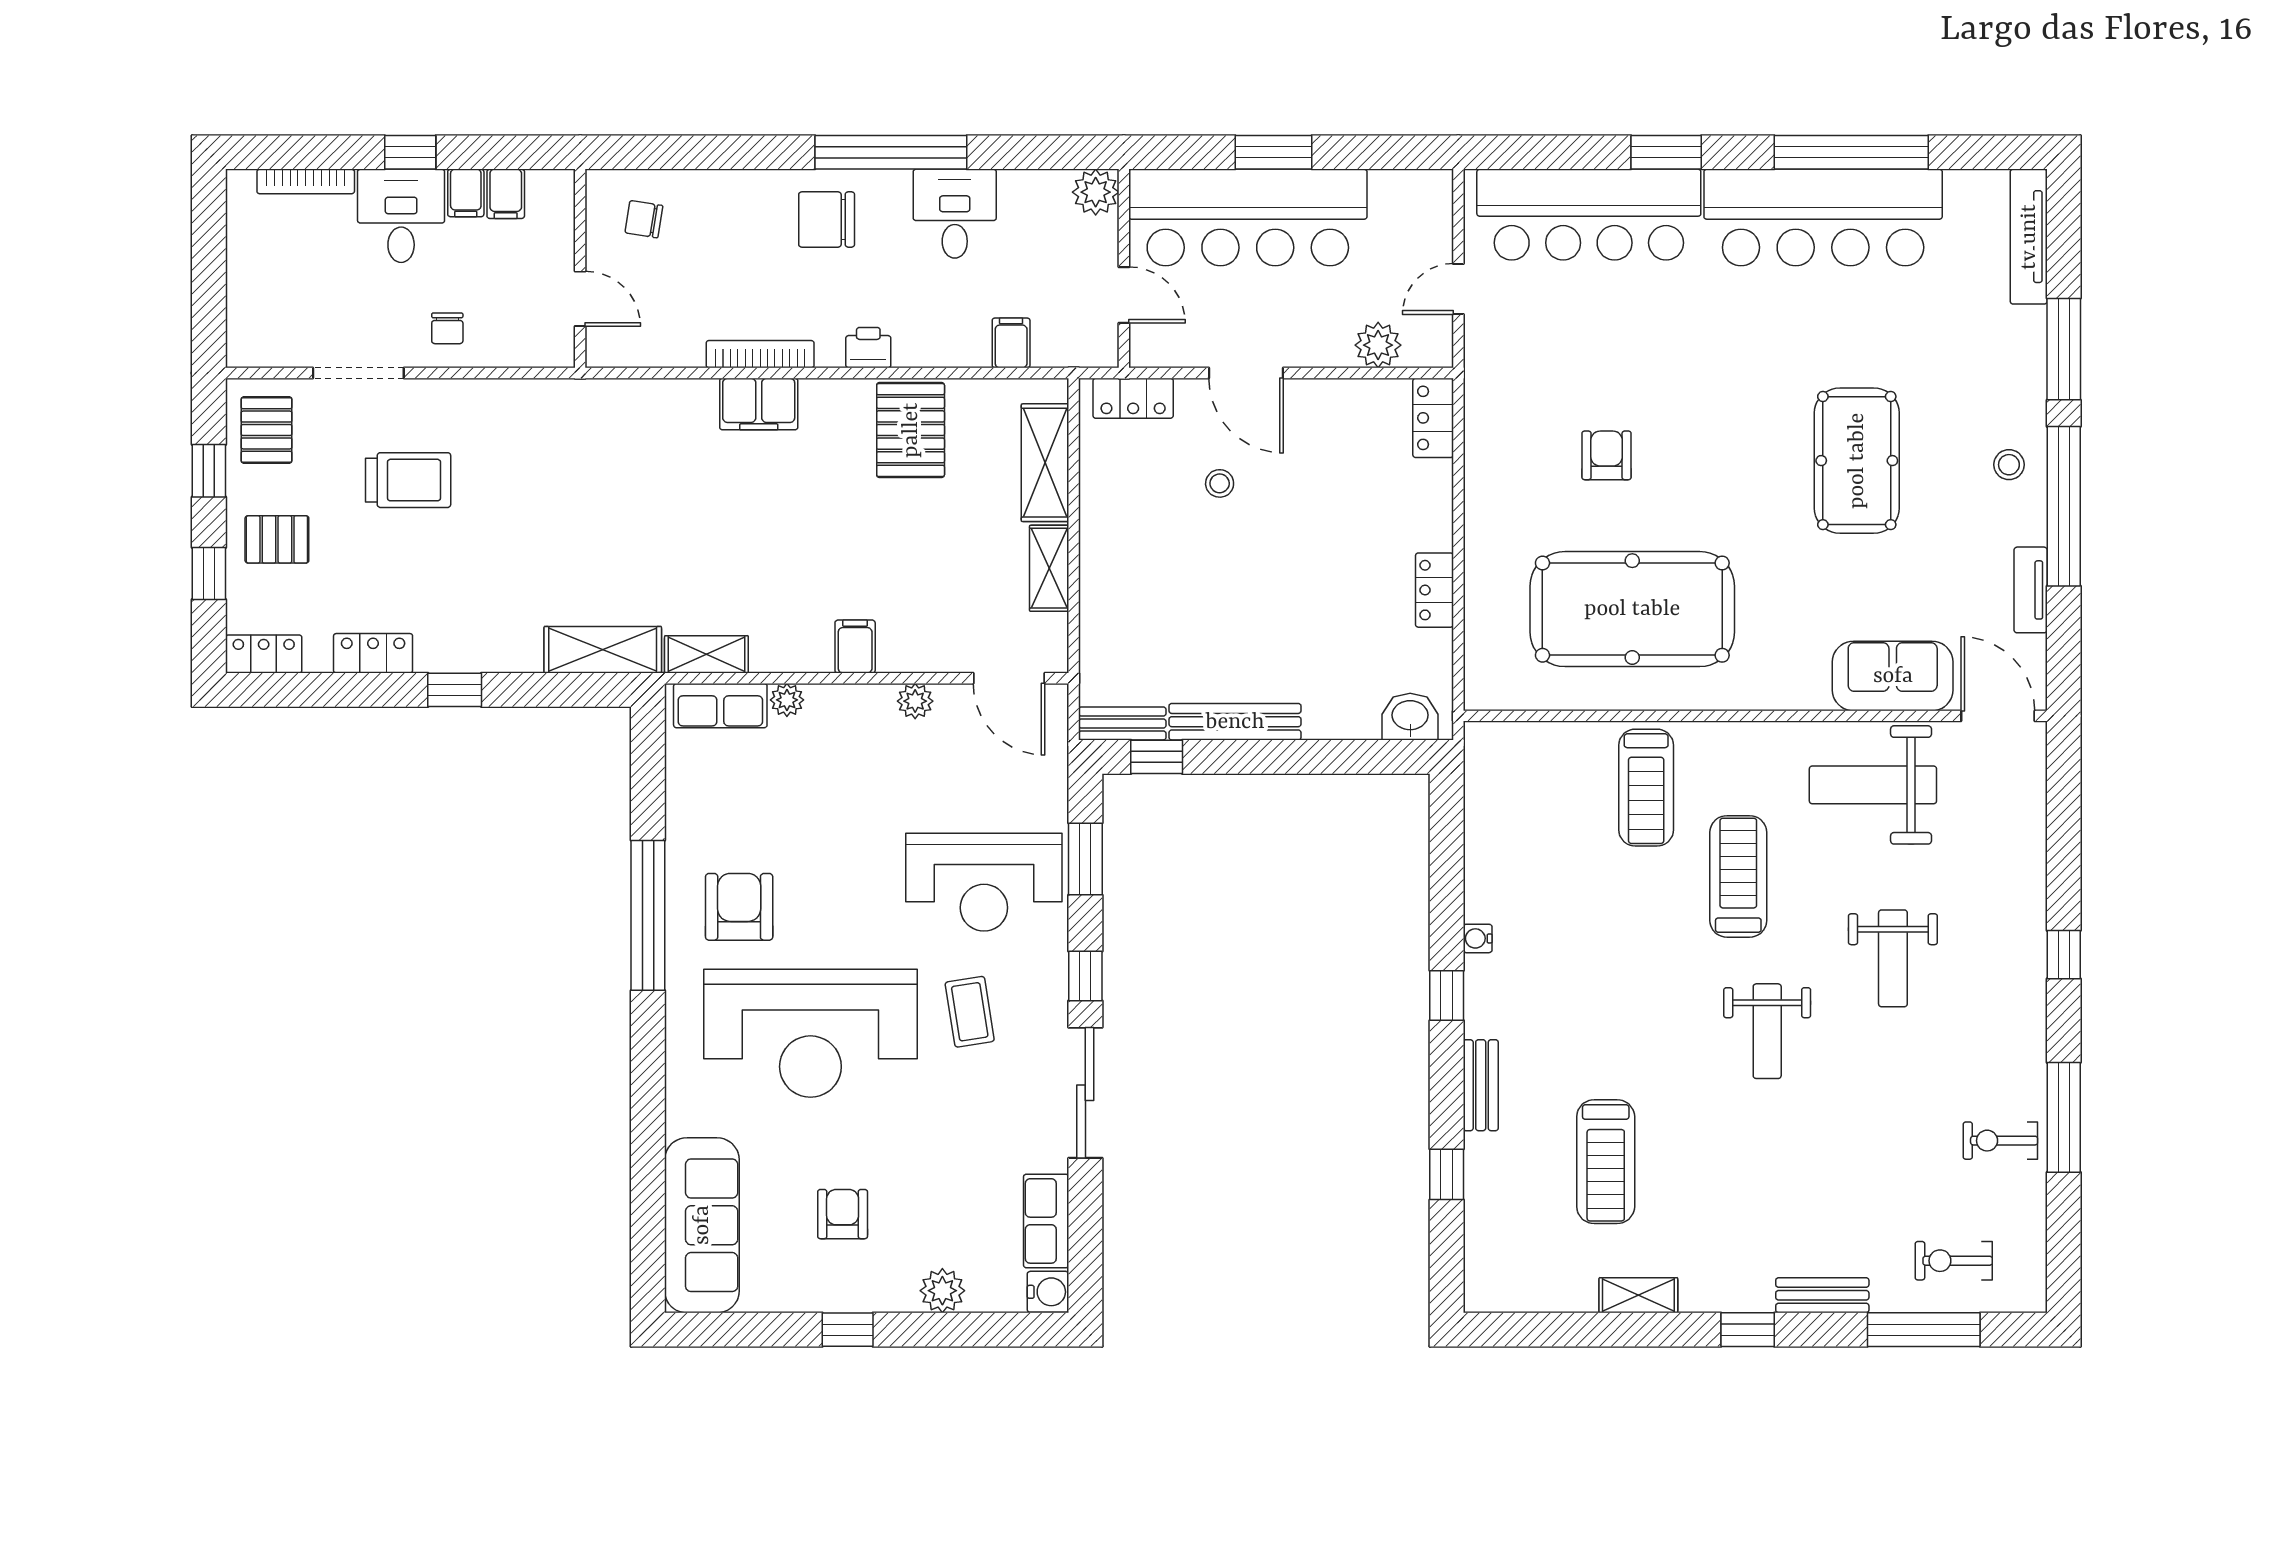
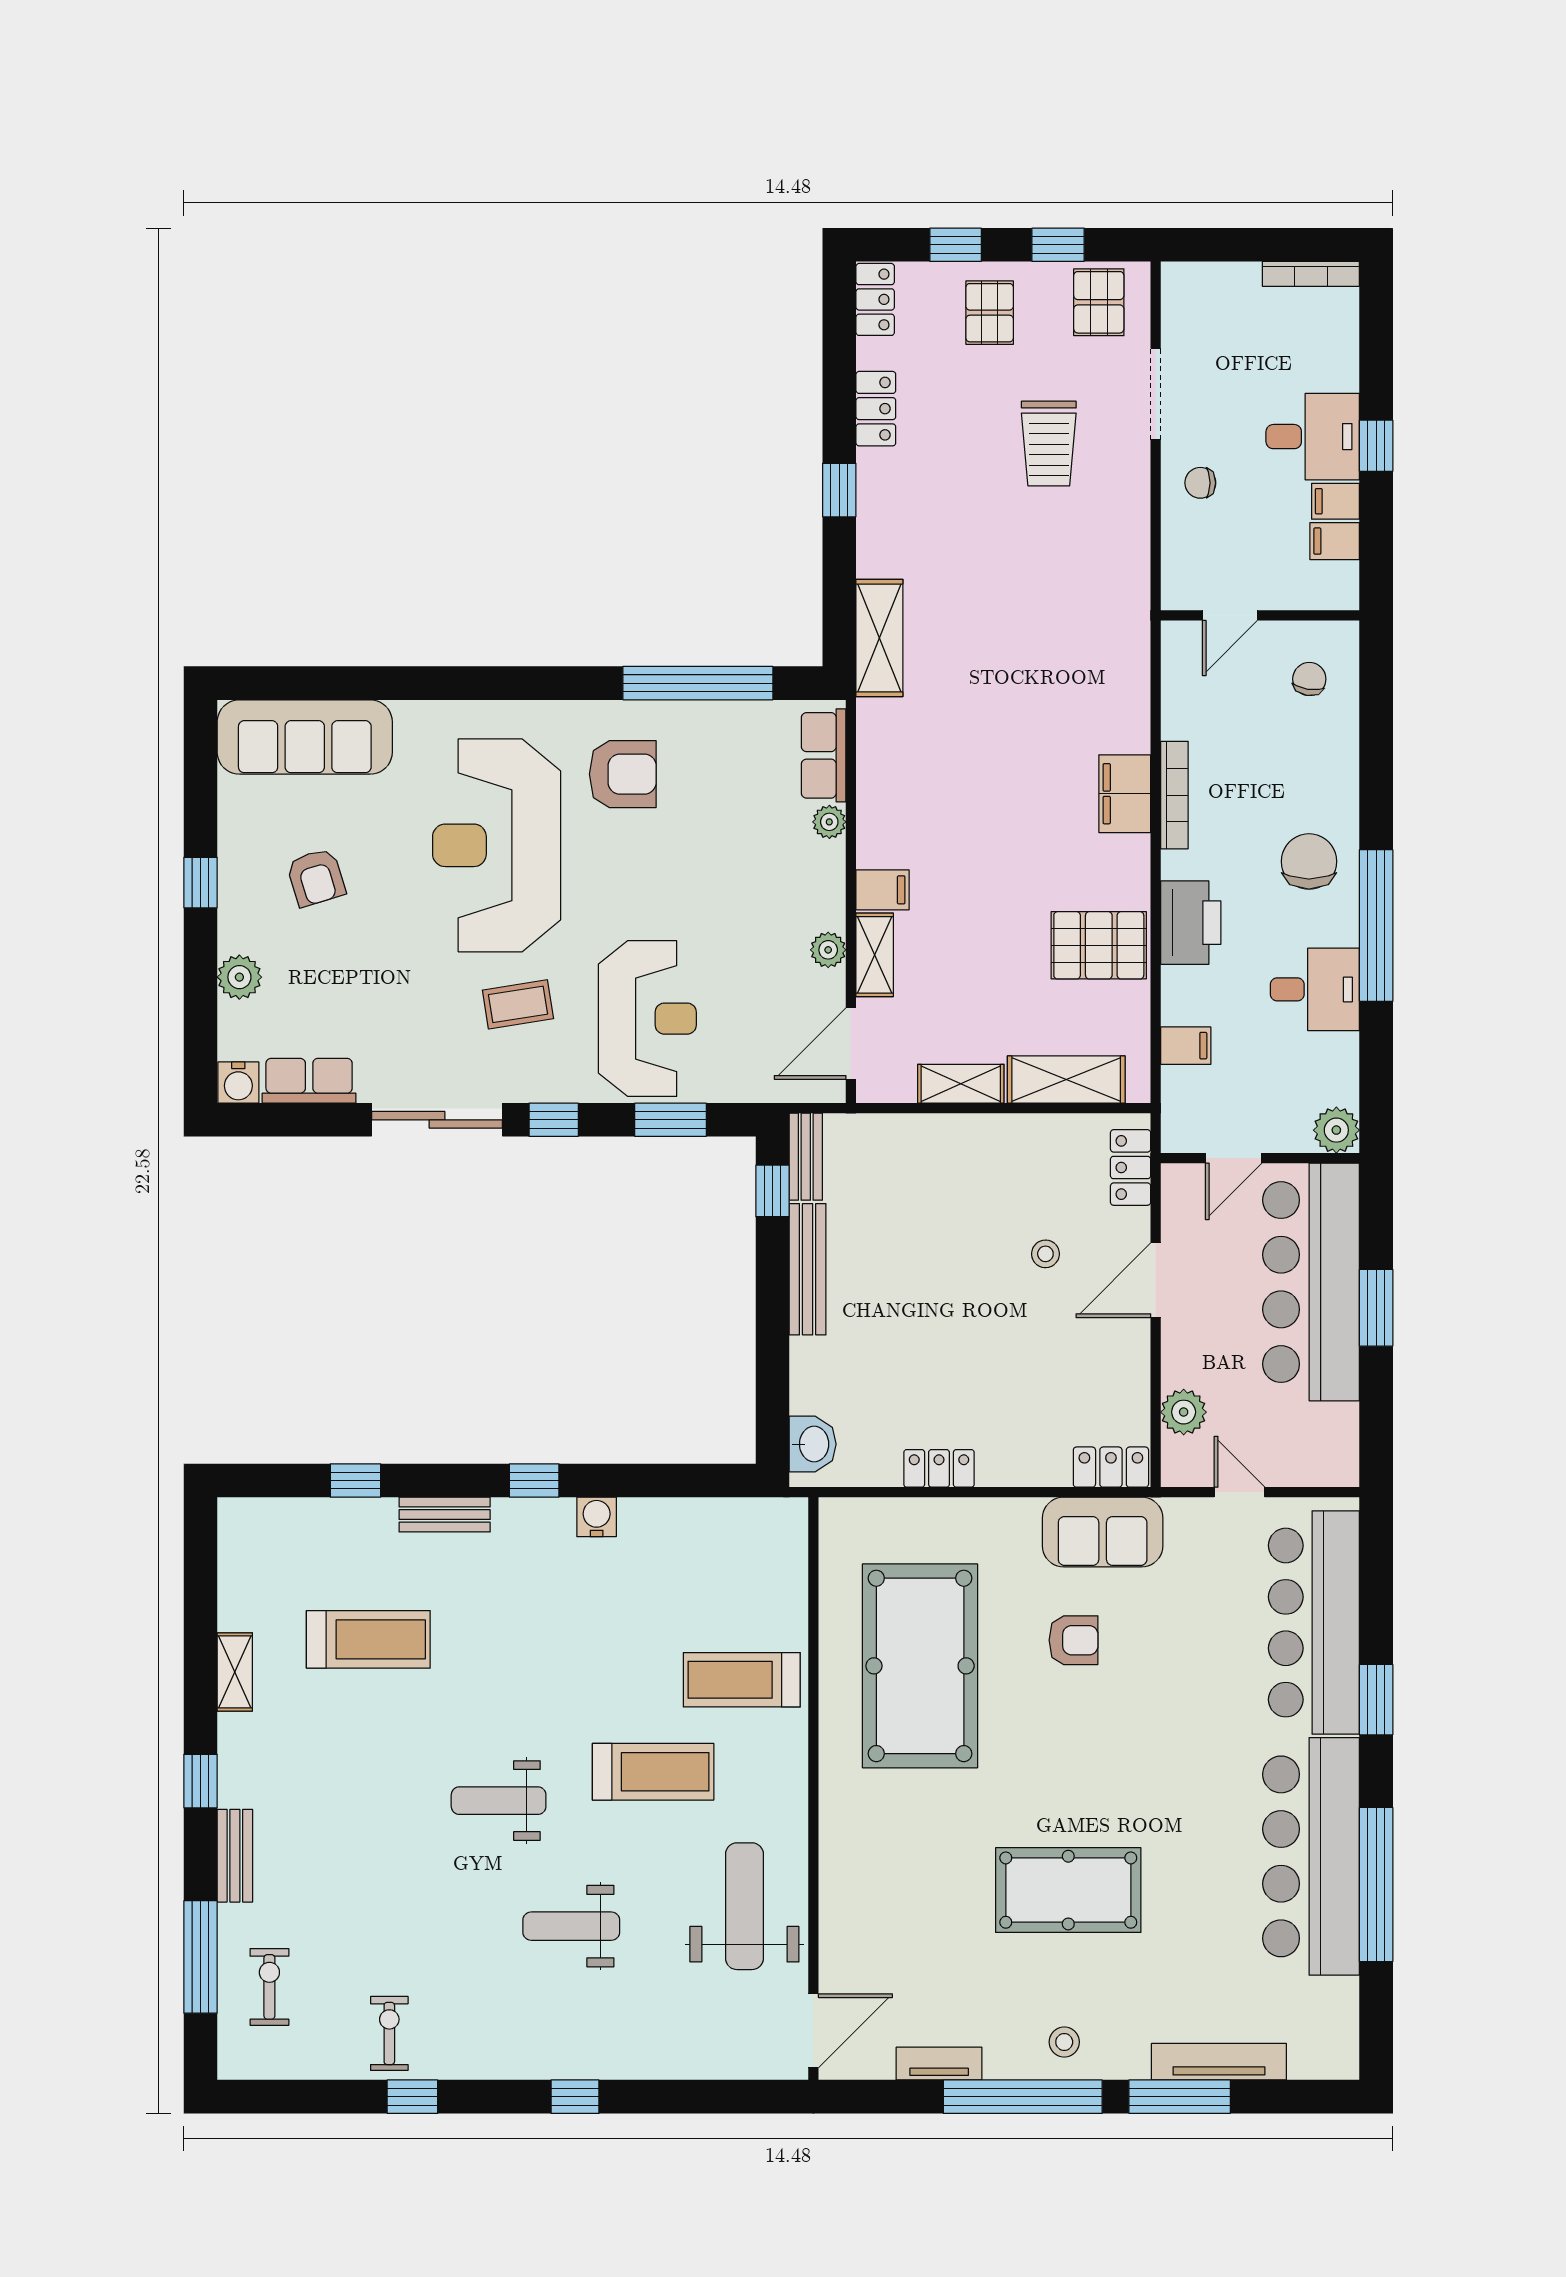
bookcase: (306, 181) -> (1311, 274), moved, turned -90
tv unit: (2029, 237) -> (1219, 2062), moved
printer: (868, 348) -> (1191, 923), width x1.87, depth x1.48
pallet: (267, 430) -> (1099, 302), turned 90
shelving: (706, 654) -> (875, 955), moved
sofa: (1893, 676) -> (1103, 1532), moved, turned 90
reception desk: (984, 882) -> (647, 1019), turned 180
window: (648, 915) -> (698, 683), moved
water cooler: (1478, 938) -> (597, 1517), width x1.38, depth x1.38
window: (2064, 1117) -> (412, 2097), width x0.46
treadmill: (1606, 1162) -> (368, 1639), turned 180
armchair: (843, 1214) -> (316, 877), turned 73

